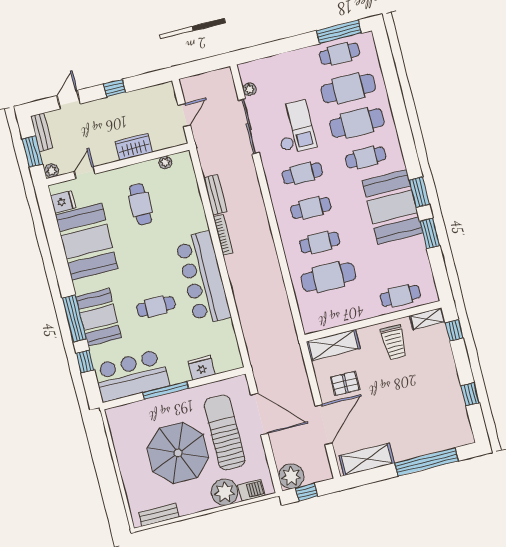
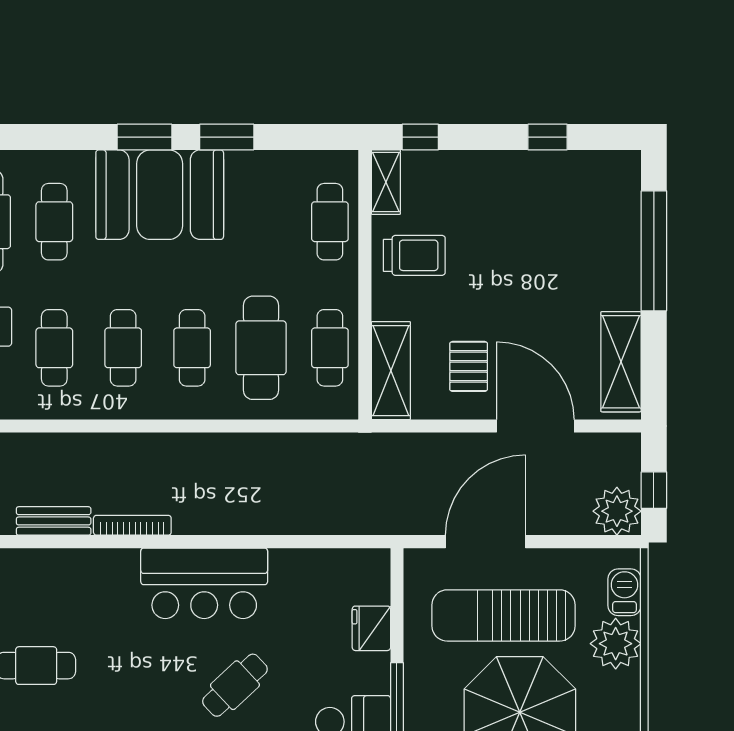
bar counter: (203, 278) -> (204, 583), width x0.73
cafe table: (156, 307) -> (235, 685), turned 47
cafe table: (337, 312) -> (330, 348), added

